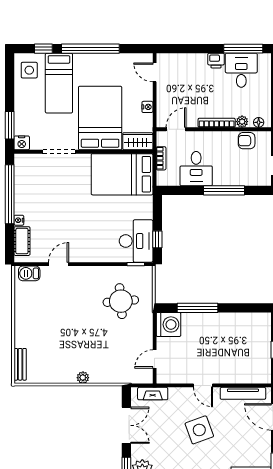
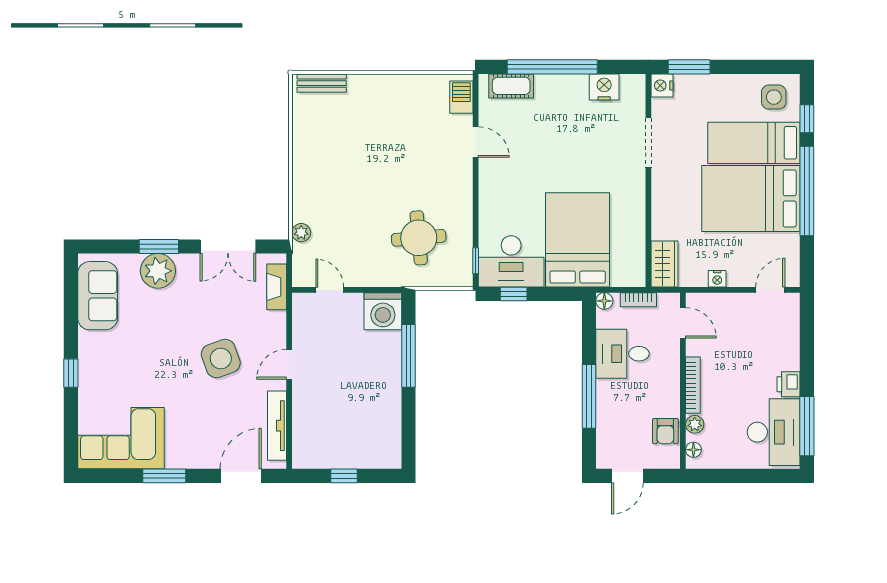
desk: (241, 70) -> (774, 432), width x1.37
bed: (100, 118) -> (751, 198), moved, turned 180
armchair: (247, 141) -> (665, 431), turned 180
bed: (122, 174) -> (578, 240), moved
floor lamp: (162, 180) -> (604, 301), added
window: (10, 194) -> (552, 67), moved
nightstand: (19, 220) -> (604, 87), moved, width x1.89, depth x1.79
plant: (83, 378) -> (301, 233), moved

